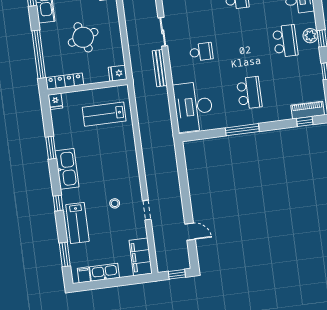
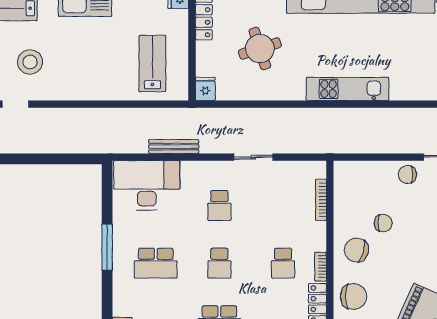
school desk: (243, 46) -> (219, 263), added
bench: (160, 68) -> (174, 147), moved
stool: (115, 203) -> (30, 62), width x1.89, depth x1.89

